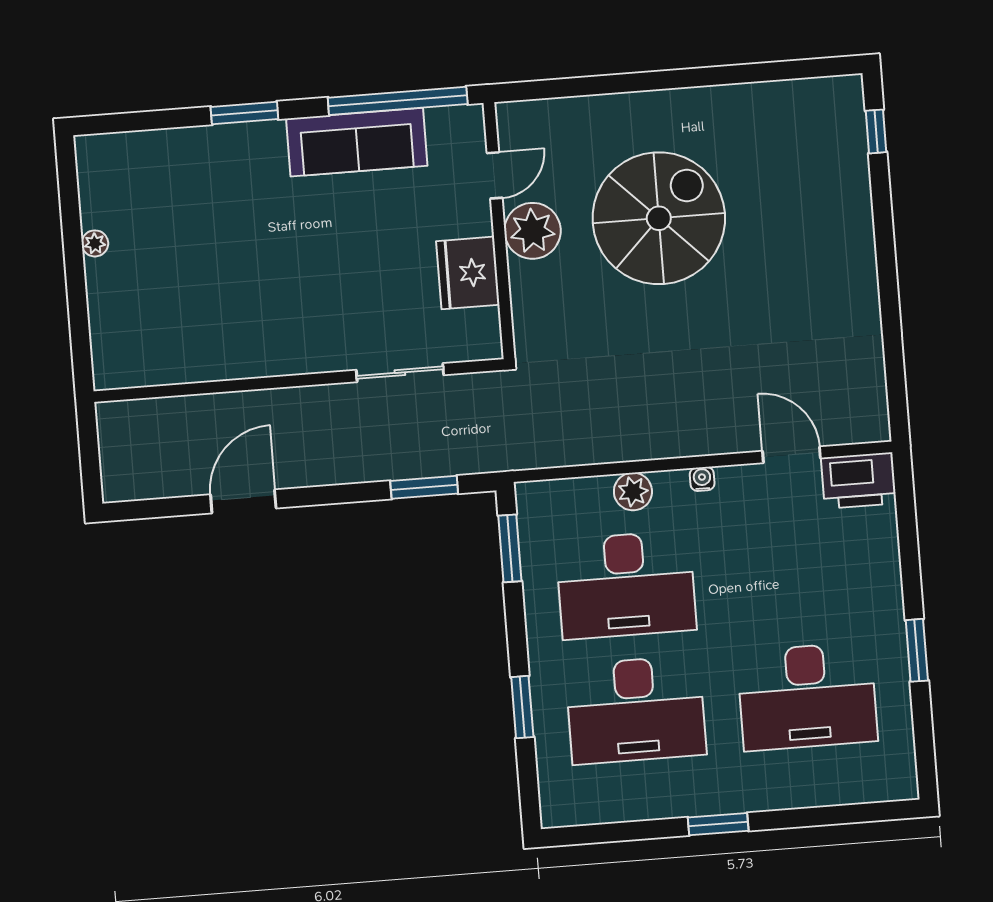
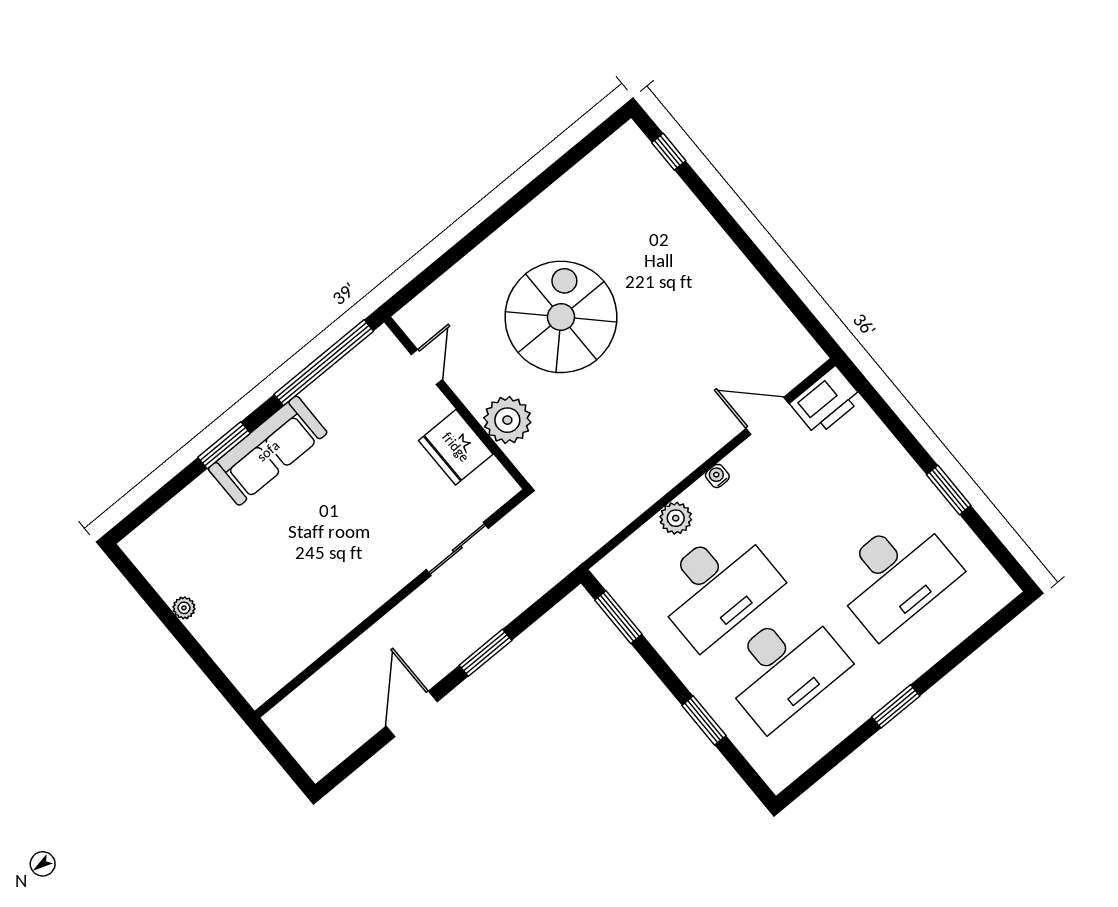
sofa: (357, 142) -> (268, 451), moved
plant: (533, 231) -> (507, 420), moved
window: (424, 487) -> (485, 653), moved

